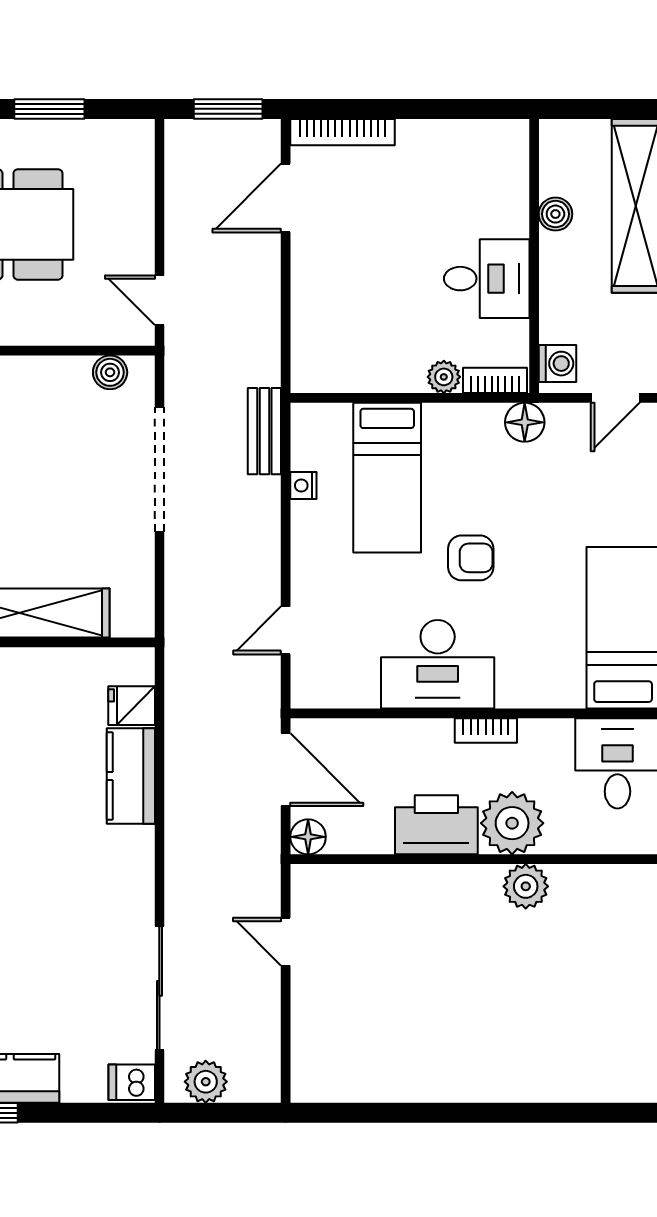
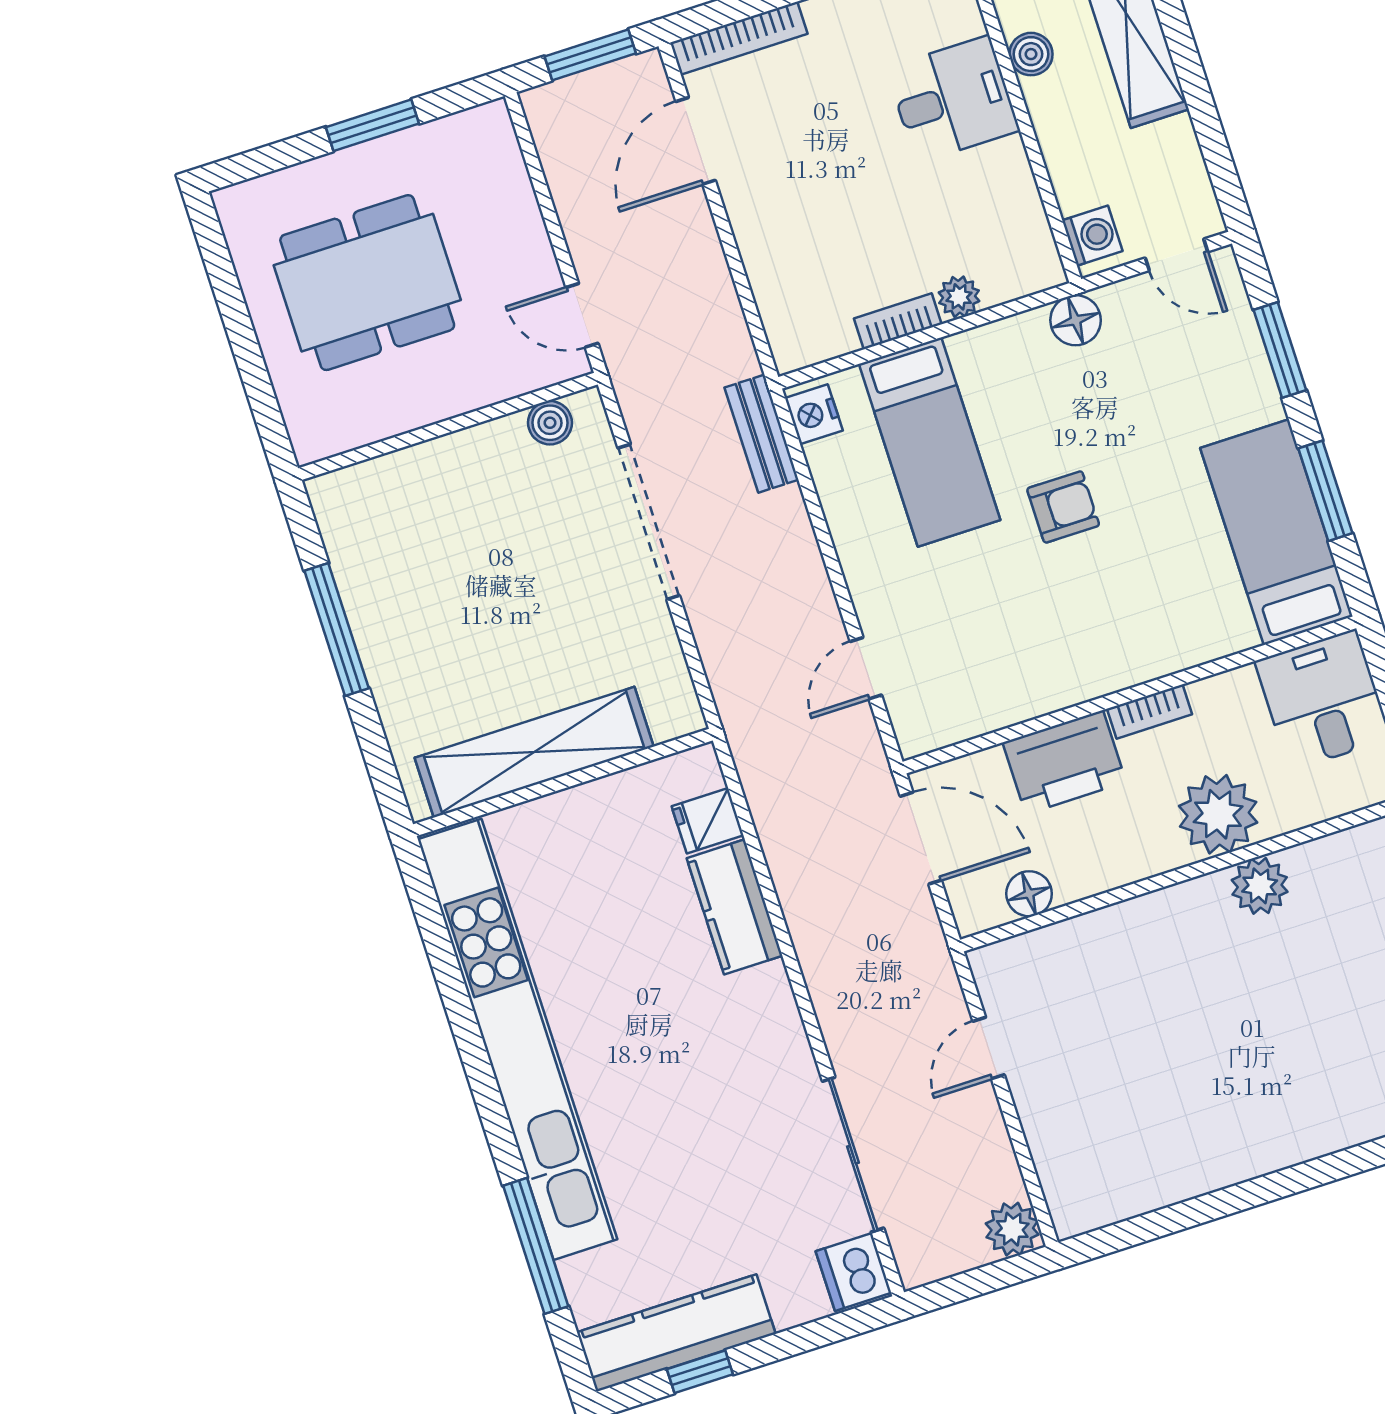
desk: (487, 279) -> (953, 99), moved
bookcase: (495, 380) -> (898, 321), moved
door: (615, 398) -> (1176, 255), hinge flipped
nightstand: (303, 485) -> (814, 414), moved, width x1.39, depth x1.35
desk: (438, 664) -> (1065, 650), removed
printer: (436, 825) -> (1064, 762), moved, turned 180
floor lamp: (308, 837) -> (1029, 894), moved
door: (286, 942) -> (989, 1048), hinge flipped
dishwasher: (132, 1082) -> (854, 1272), width x1.38
plant: (206, 1082) -> (1012, 1229), moved

